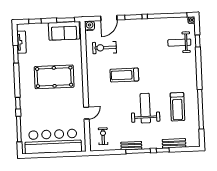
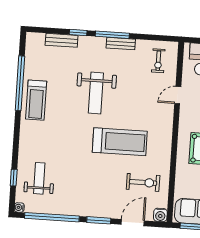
weight bench: (179, 43) -> (39, 178), turned -90
treadmill: (124, 75) -> (120, 142), width x1.37, depth x1.38
treadmill: (177, 107) -> (36, 100), moved, turned 180

